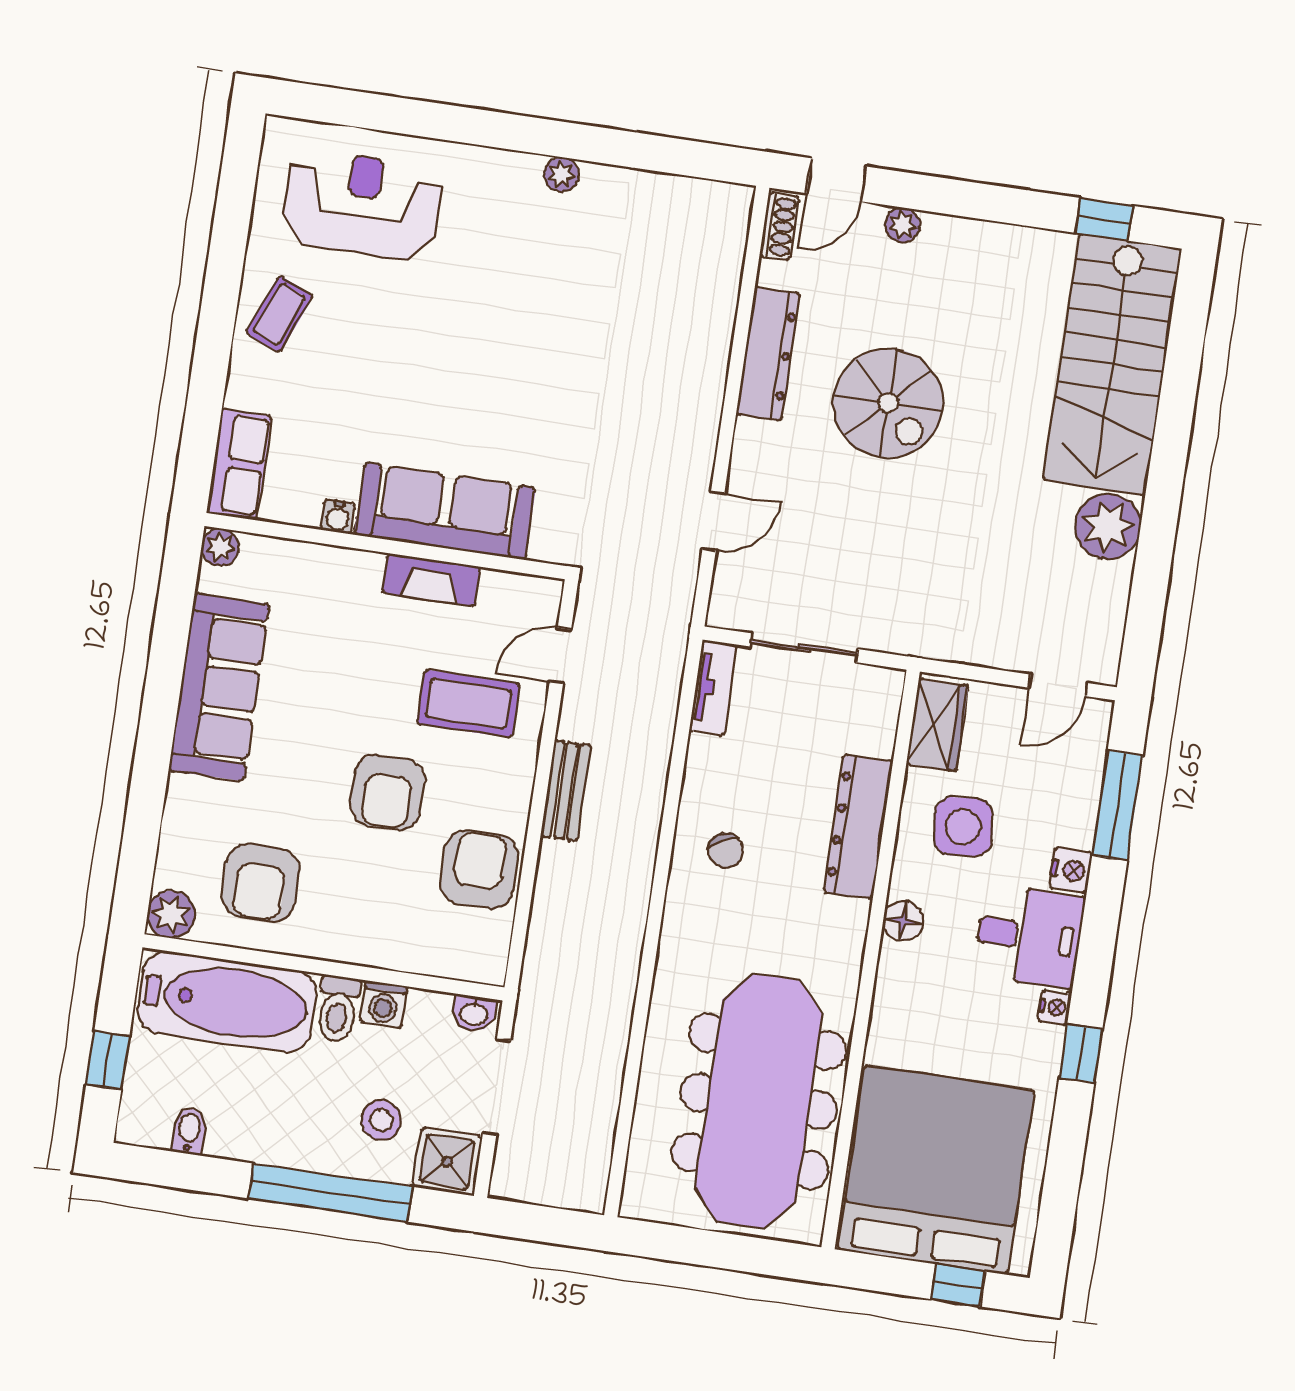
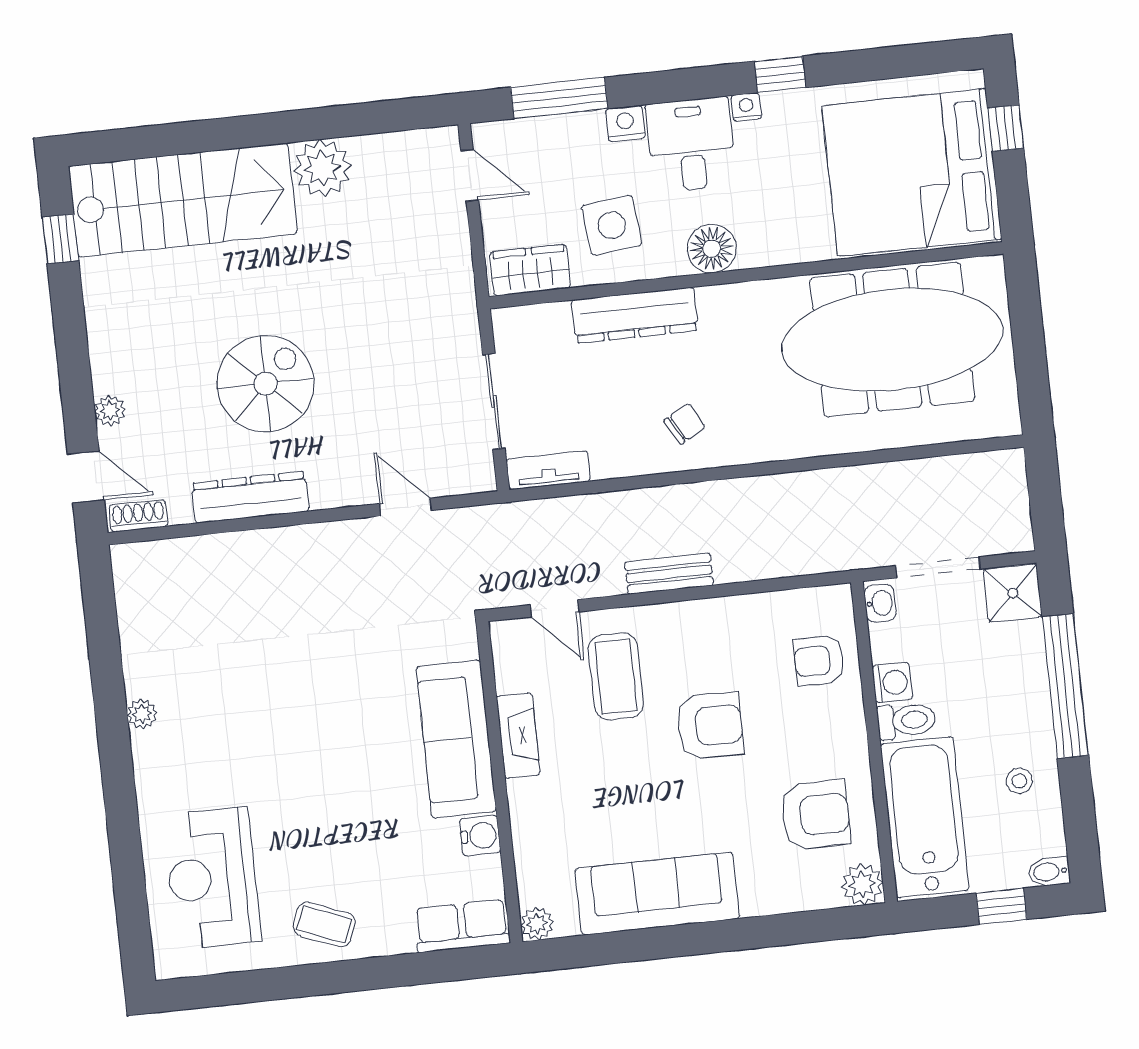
water cooler: (338, 517) -> (480, 836), width x1.38, depth x1.38
armchair: (479, 869) -> (819, 660), moved, width x0.72, depth x0.72
floor lamp: (903, 921) -> (712, 249), width x1.38, depth x1.38
stool: (381, 1120) -> (1019, 781), moved, width x0.73, depth x0.73
bidet: (189, 1131) -> (1049, 872), moved

